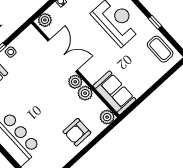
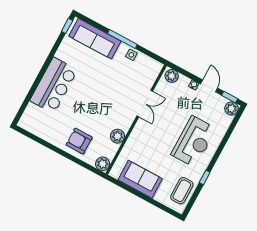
double door: (63, 56) -> (145, 104), width x0.73
plant: (75, 82) -> (125, 123), removed
sofa: (114, 93) -> (140, 179), moved, turned -90

